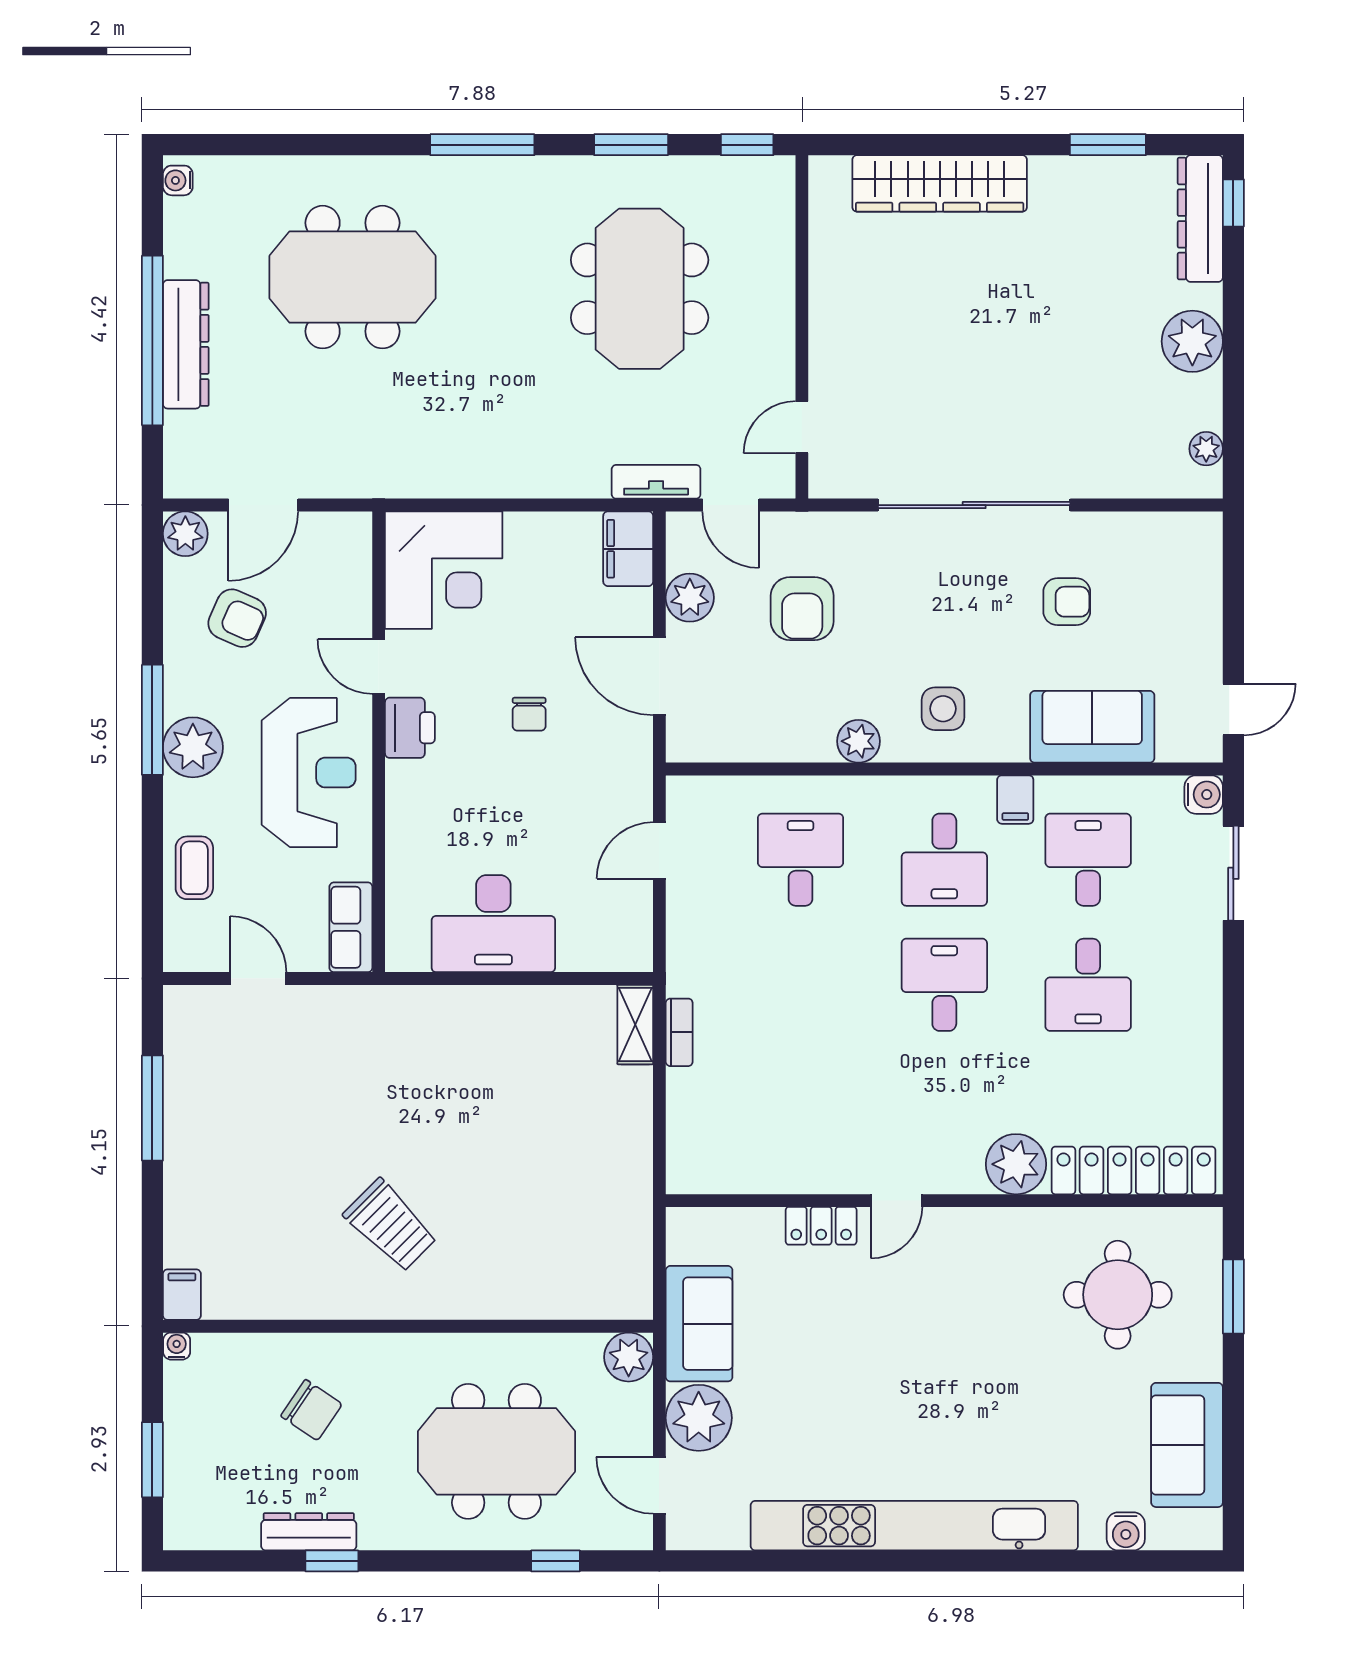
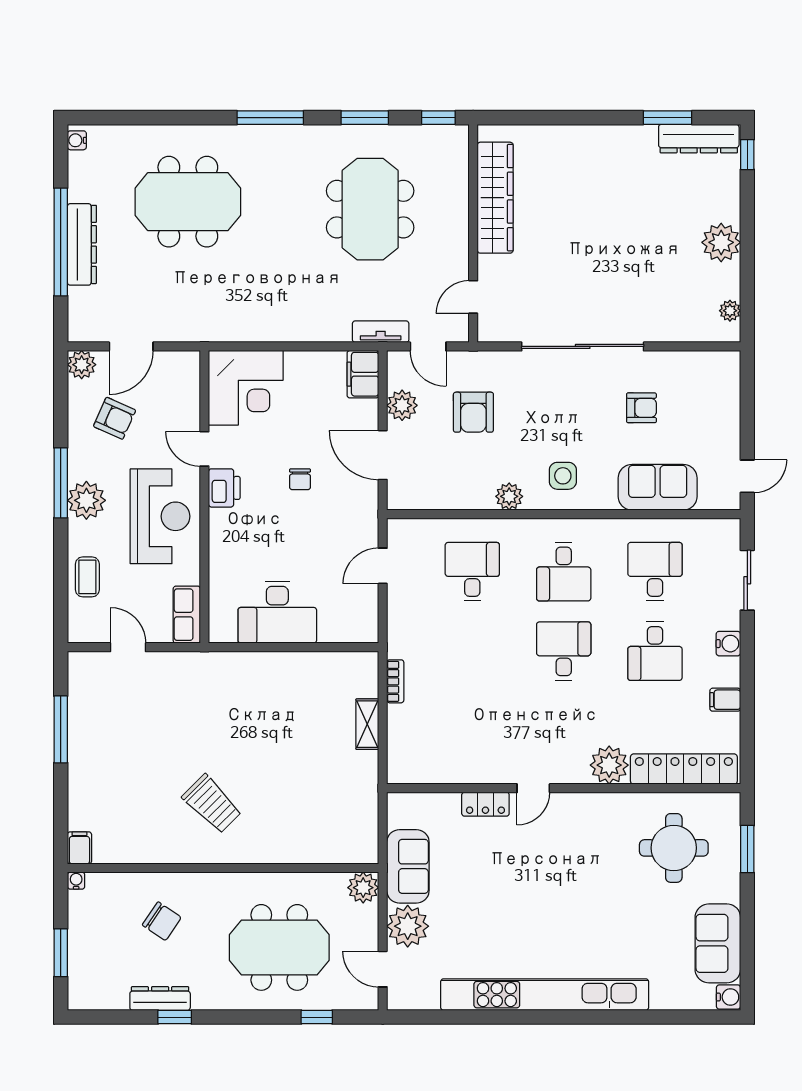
wardrobe: (940, 183) -> (495, 198), moved, turned -90
dresser: (1200, 219) -> (699, 139), moved, turned -90
water cooler: (1204, 795) -> (728, 644), moved
filing cabinet: (1015, 800) -> (725, 700), moved, turned 90
shelving: (635, 1025) -> (367, 724), moved
water cooler: (1126, 1531) -> (729, 997), moved, turned -90

